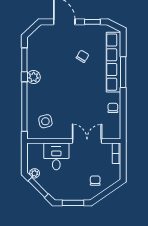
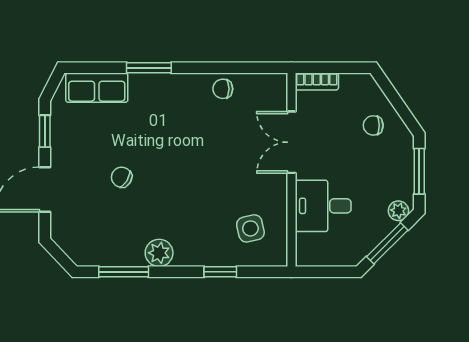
chair: (83, 56) -> (122, 177), moved
row of seats: (113, 62) -> (97, 88), width x0.50
window: (123, 72) -> (149, 68), width x0.69
window: (24, 107) -> (220, 272), width x0.32
plant: (35, 173) -> (398, 211), moved

